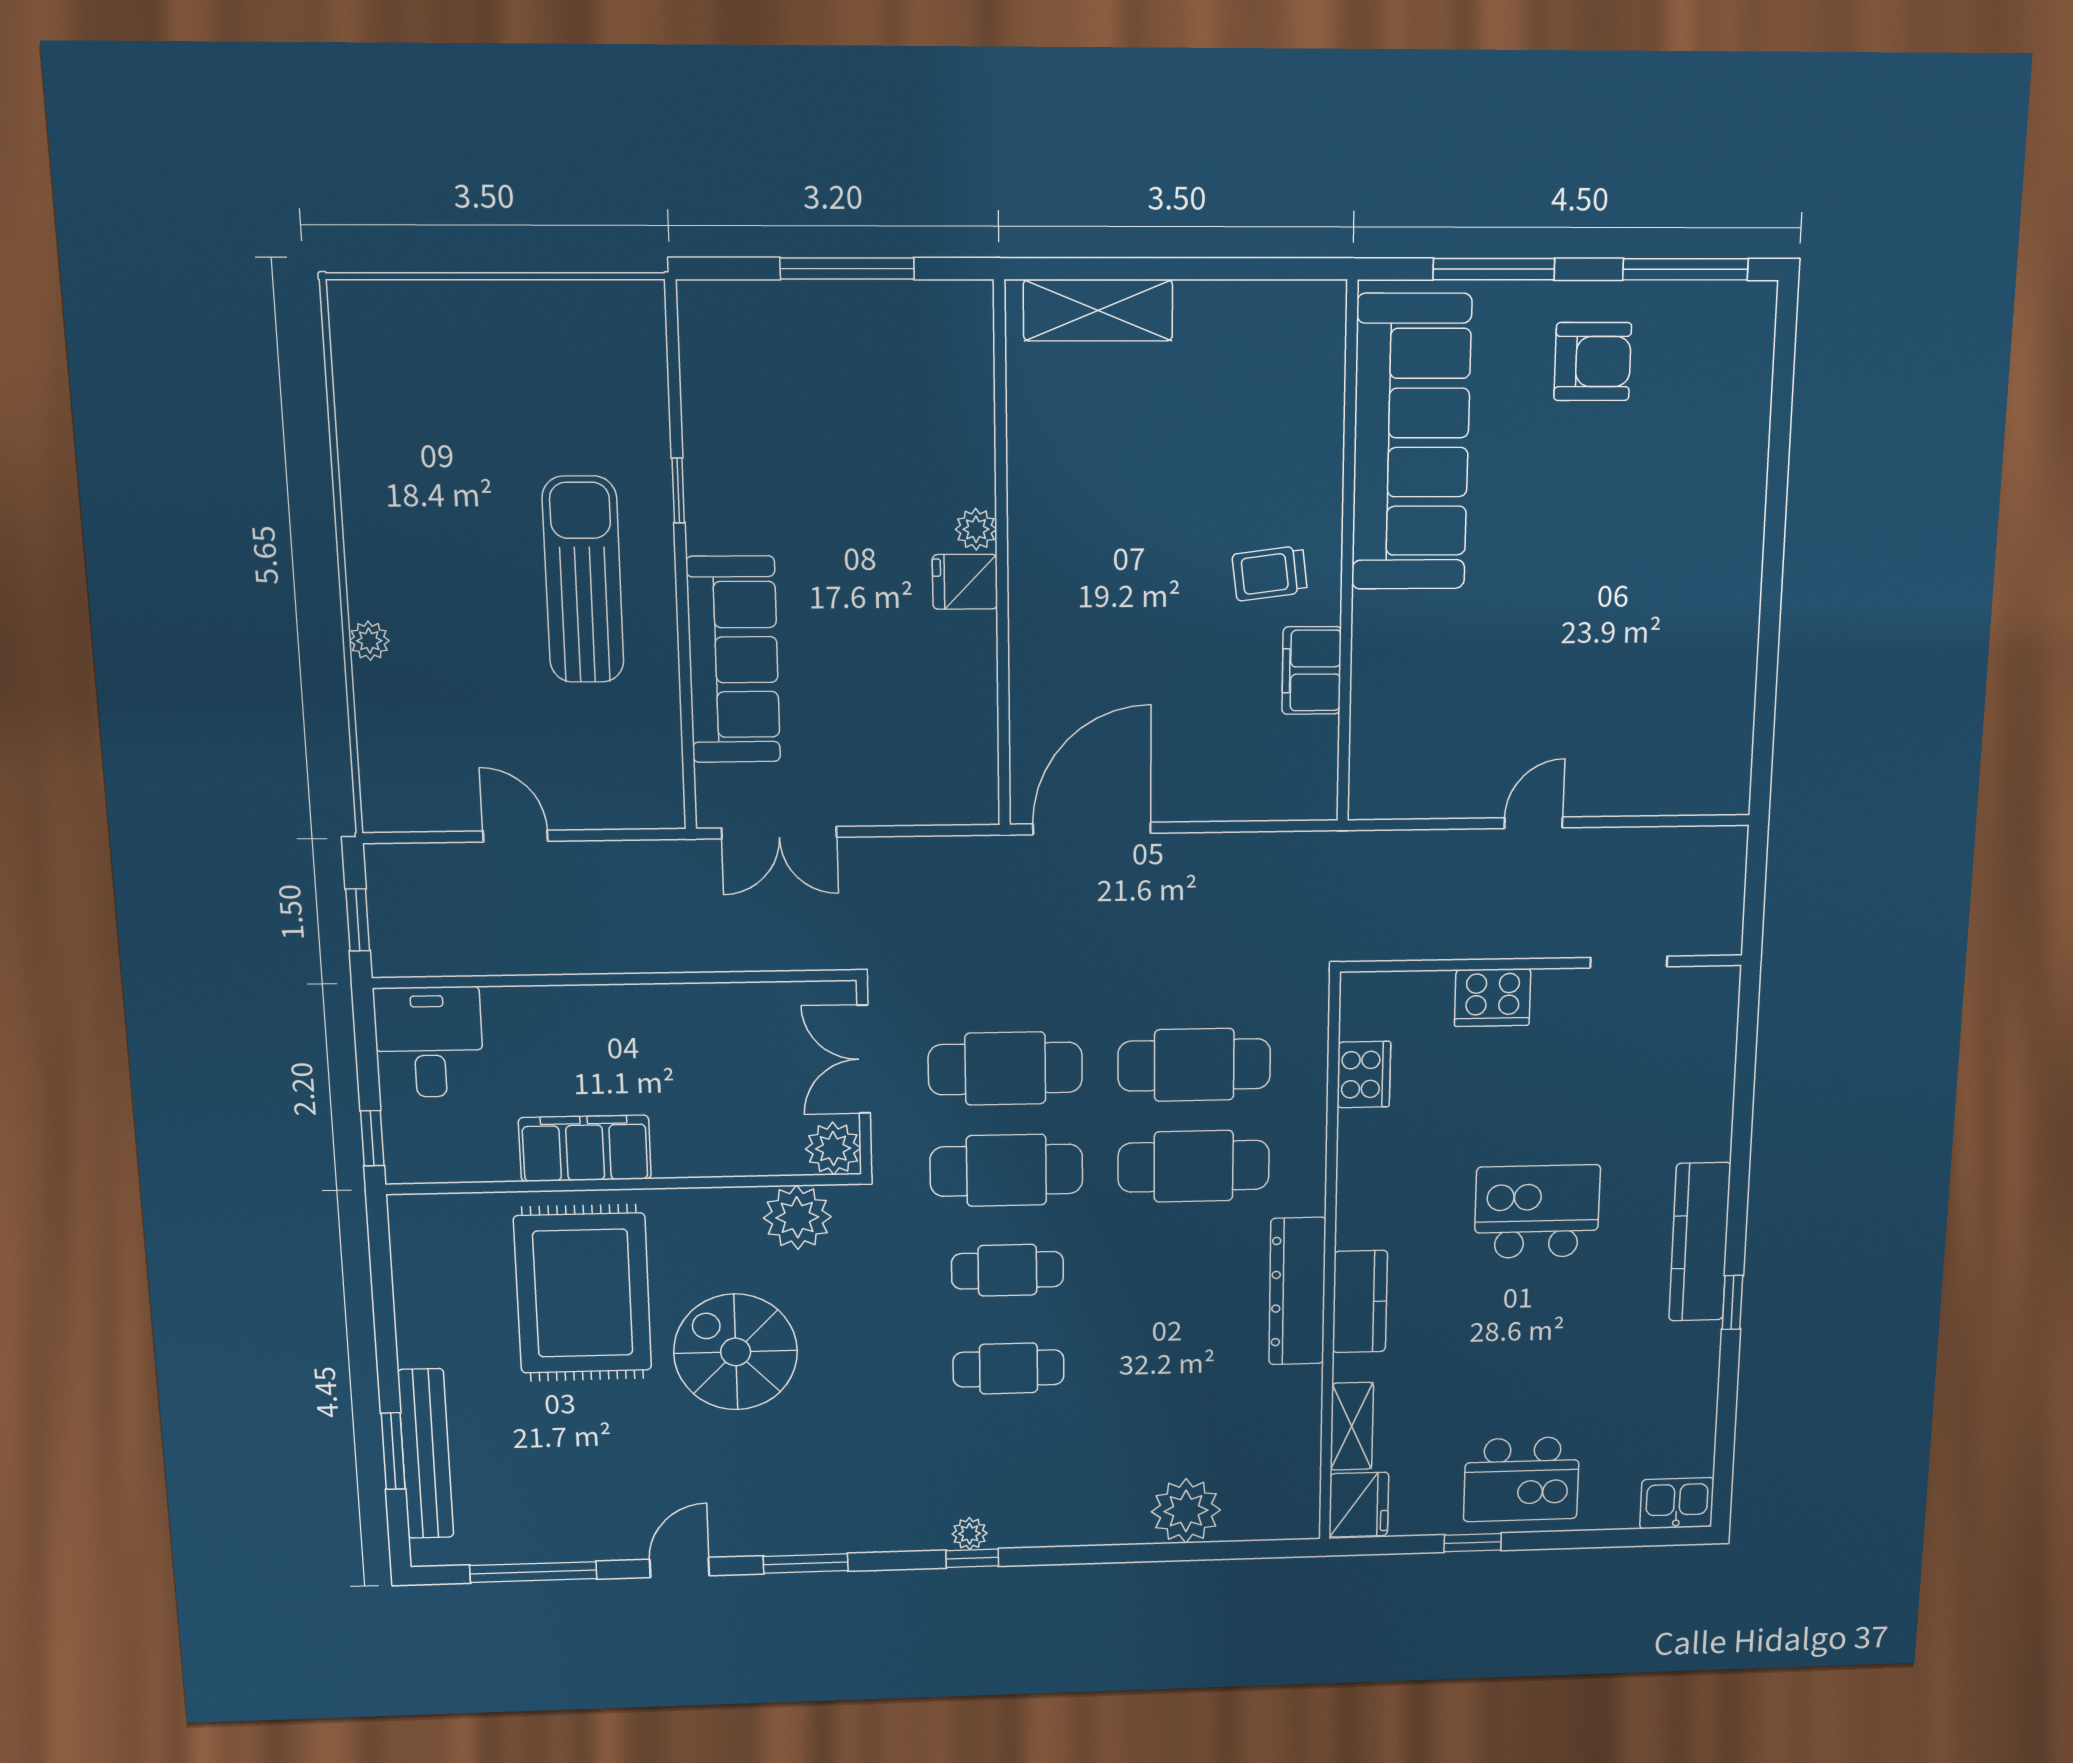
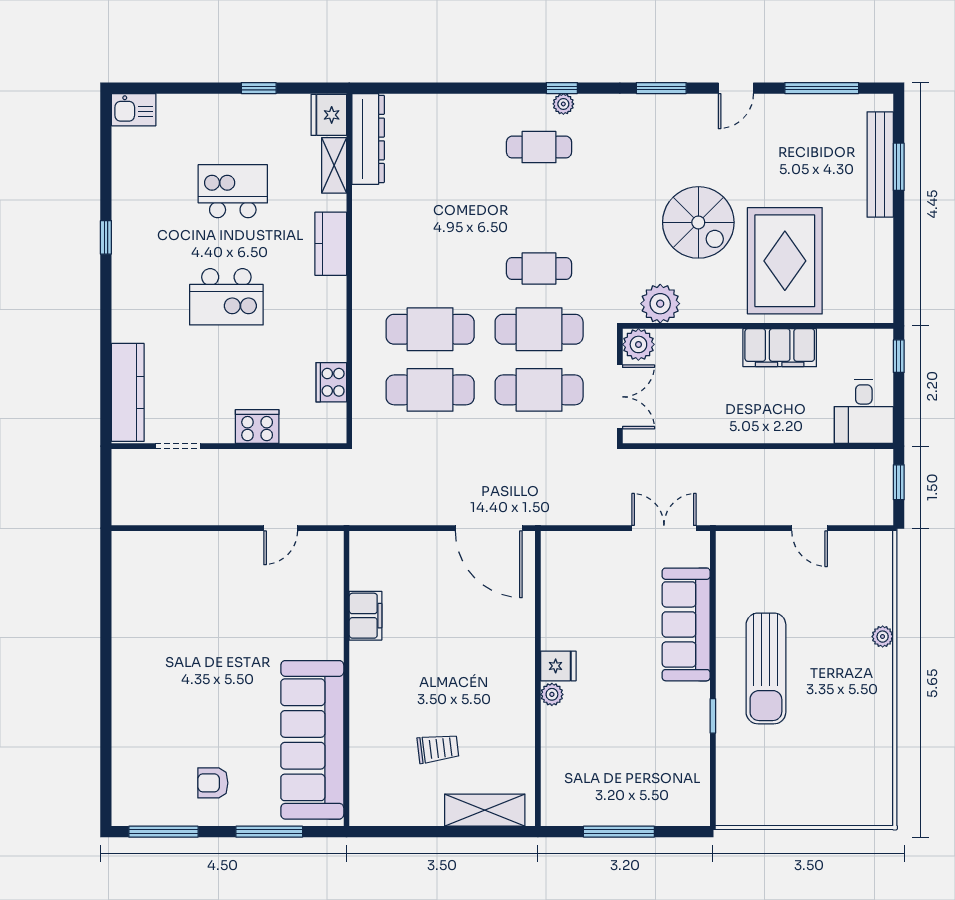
armchair: (1593, 362) -> (213, 783), width x0.72, depth x0.72
trolley: (1270, 573) -> (438, 748), moved
door: (1534, 823) -> (281, 528), moved
door: (1092, 829) -> (489, 528), hinge flipped
kitchen counter: (1700, 1242) -> (128, 392), moved
dresser: (1297, 1291) -> (368, 139), moved
cafe table: (1008, 1368) -> (539, 147), moved
kitchen island: (1522, 1479) -> (233, 191), moved
plant: (1186, 1511) -> (433, 114), removed

